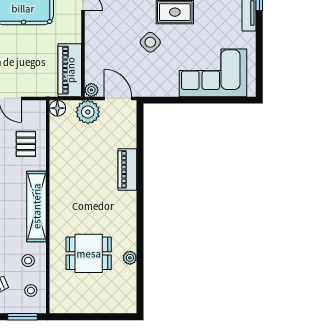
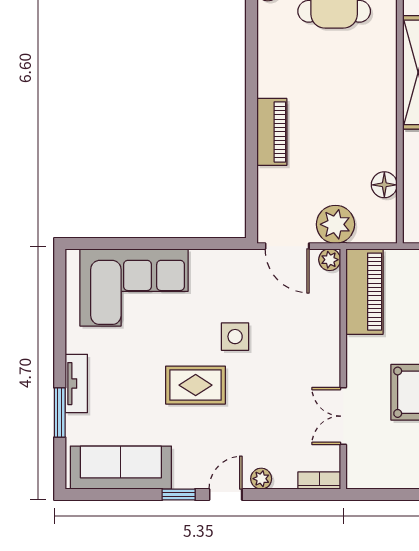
side table: (150, 42) -> (235, 337), turned 45
floor lamp: (57, 108) -> (384, 185), moved

